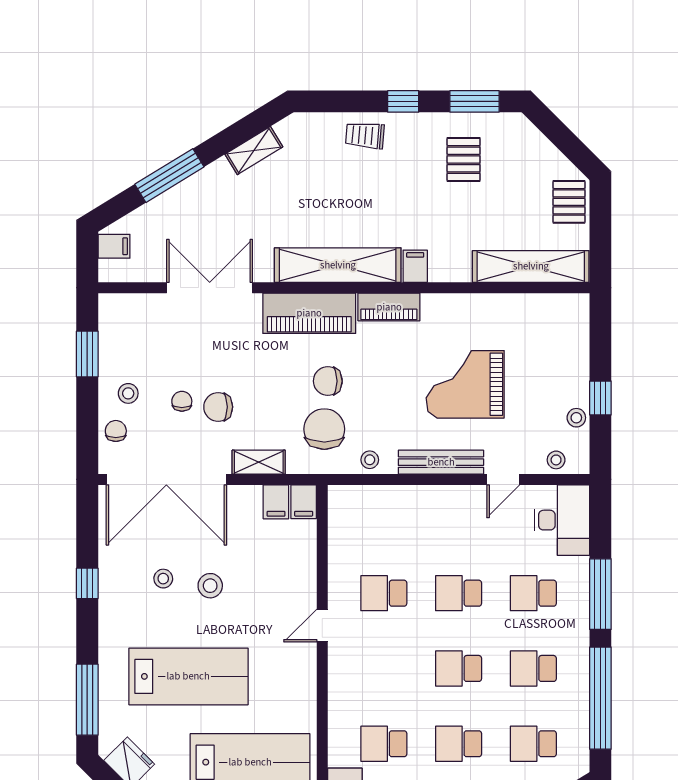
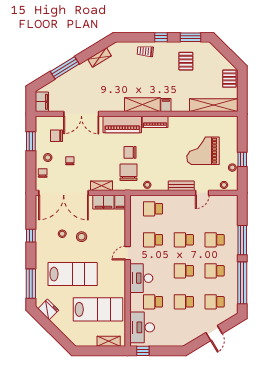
filing cabinet: (114, 246) -> (42, 102), width x2.00
shelving: (338, 265) -> (142, 105), width x0.68
double door: (210, 288) -> (81, 114), swing flipped
grand piano: (465, 384) -> (203, 151), moved
chair: (218, 407) -> (56, 136), moved
bench: (441, 462) -> (181, 186), width x0.73
filing cabinet: (276, 502) -> (103, 202), width x2.00
school desk: (384, 518) -> (153, 209), added
desk: (562, 520) -> (141, 278), moved, turned 180

